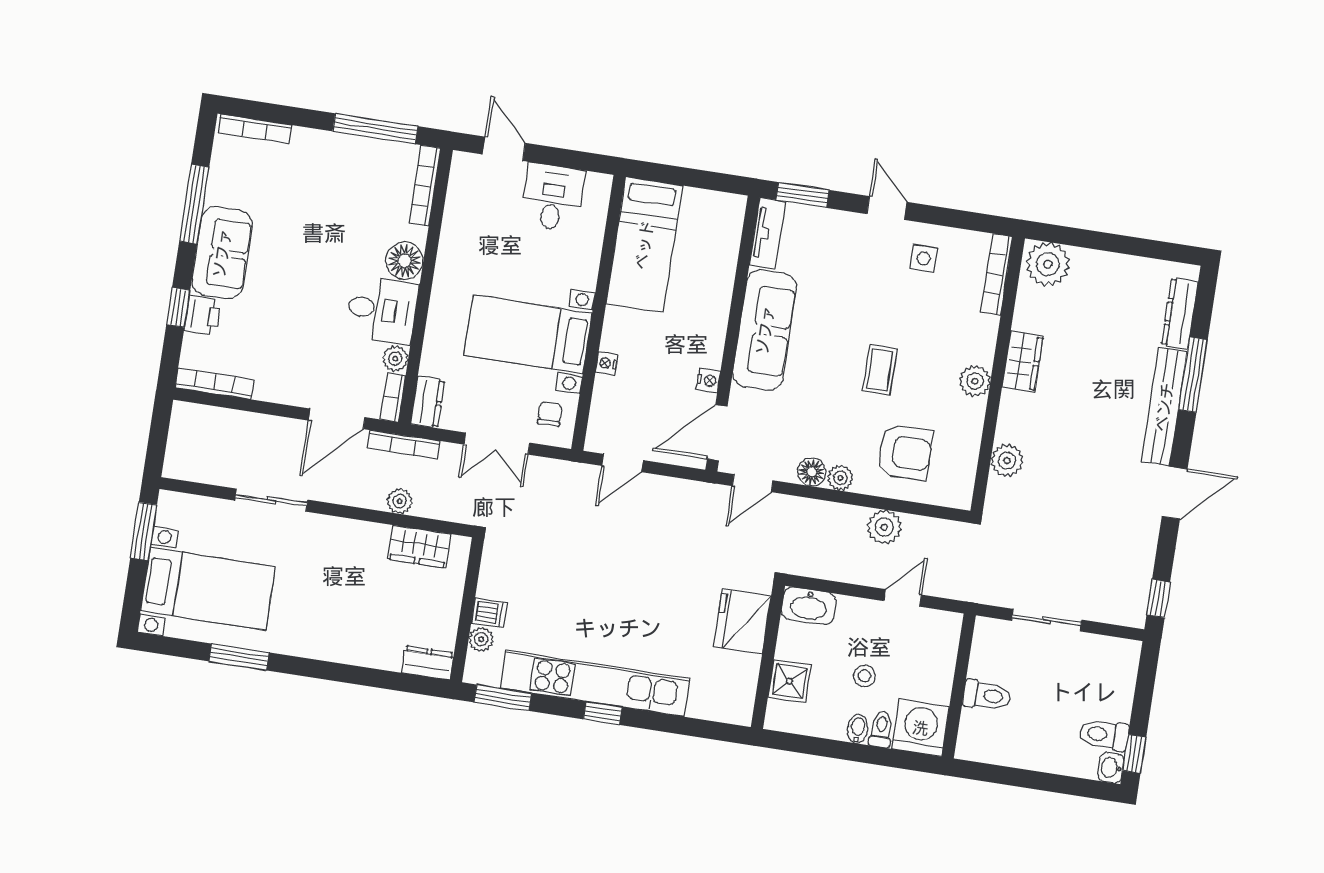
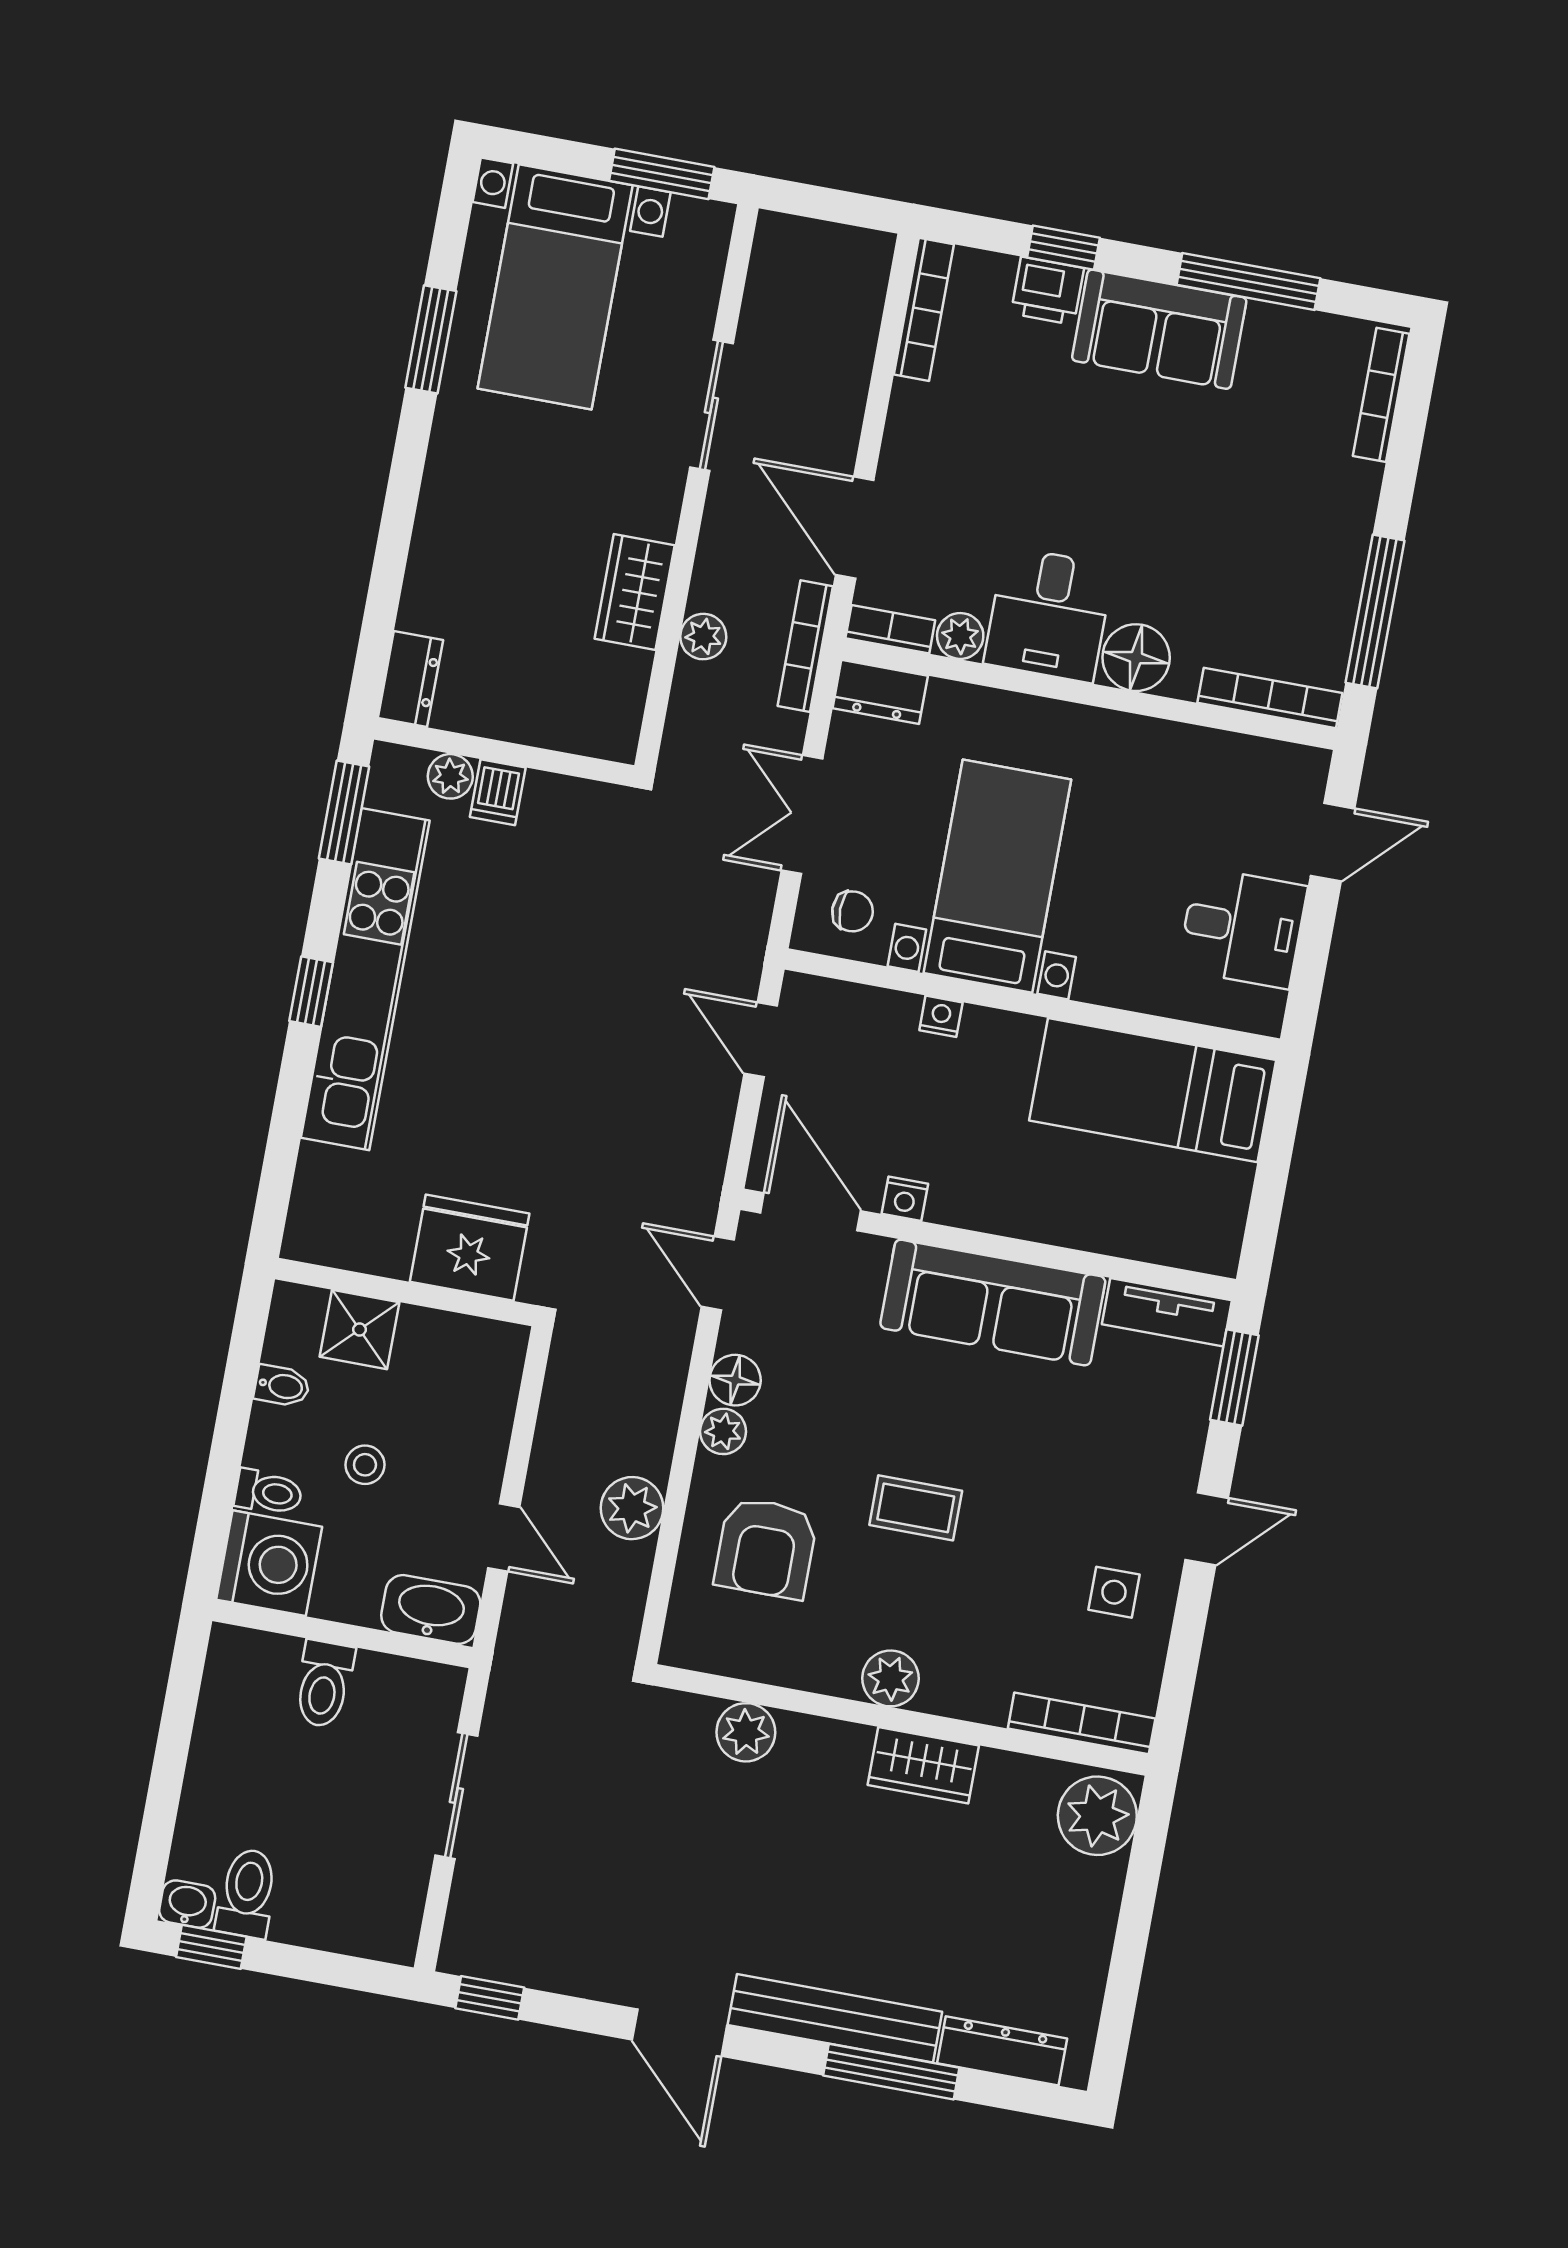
wardrobe: (419, 547) -> (635, 592), moved
washbasin: (809, 606) -> (431, 1609), moved, turned 90
bidet: (858, 729) -> (282, 1386), moved

